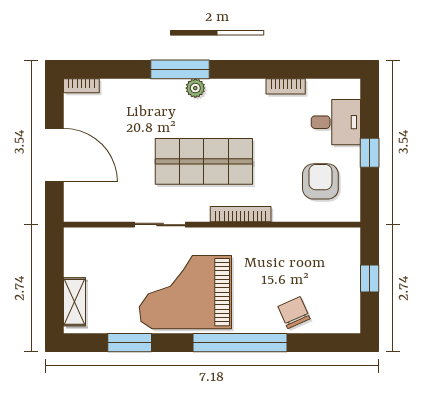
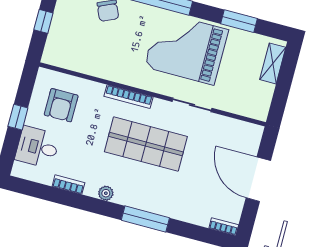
plant: (195, 88) -> (106, 193), moved
grand piano: (185, 292) -> (186, 48), turned 180

